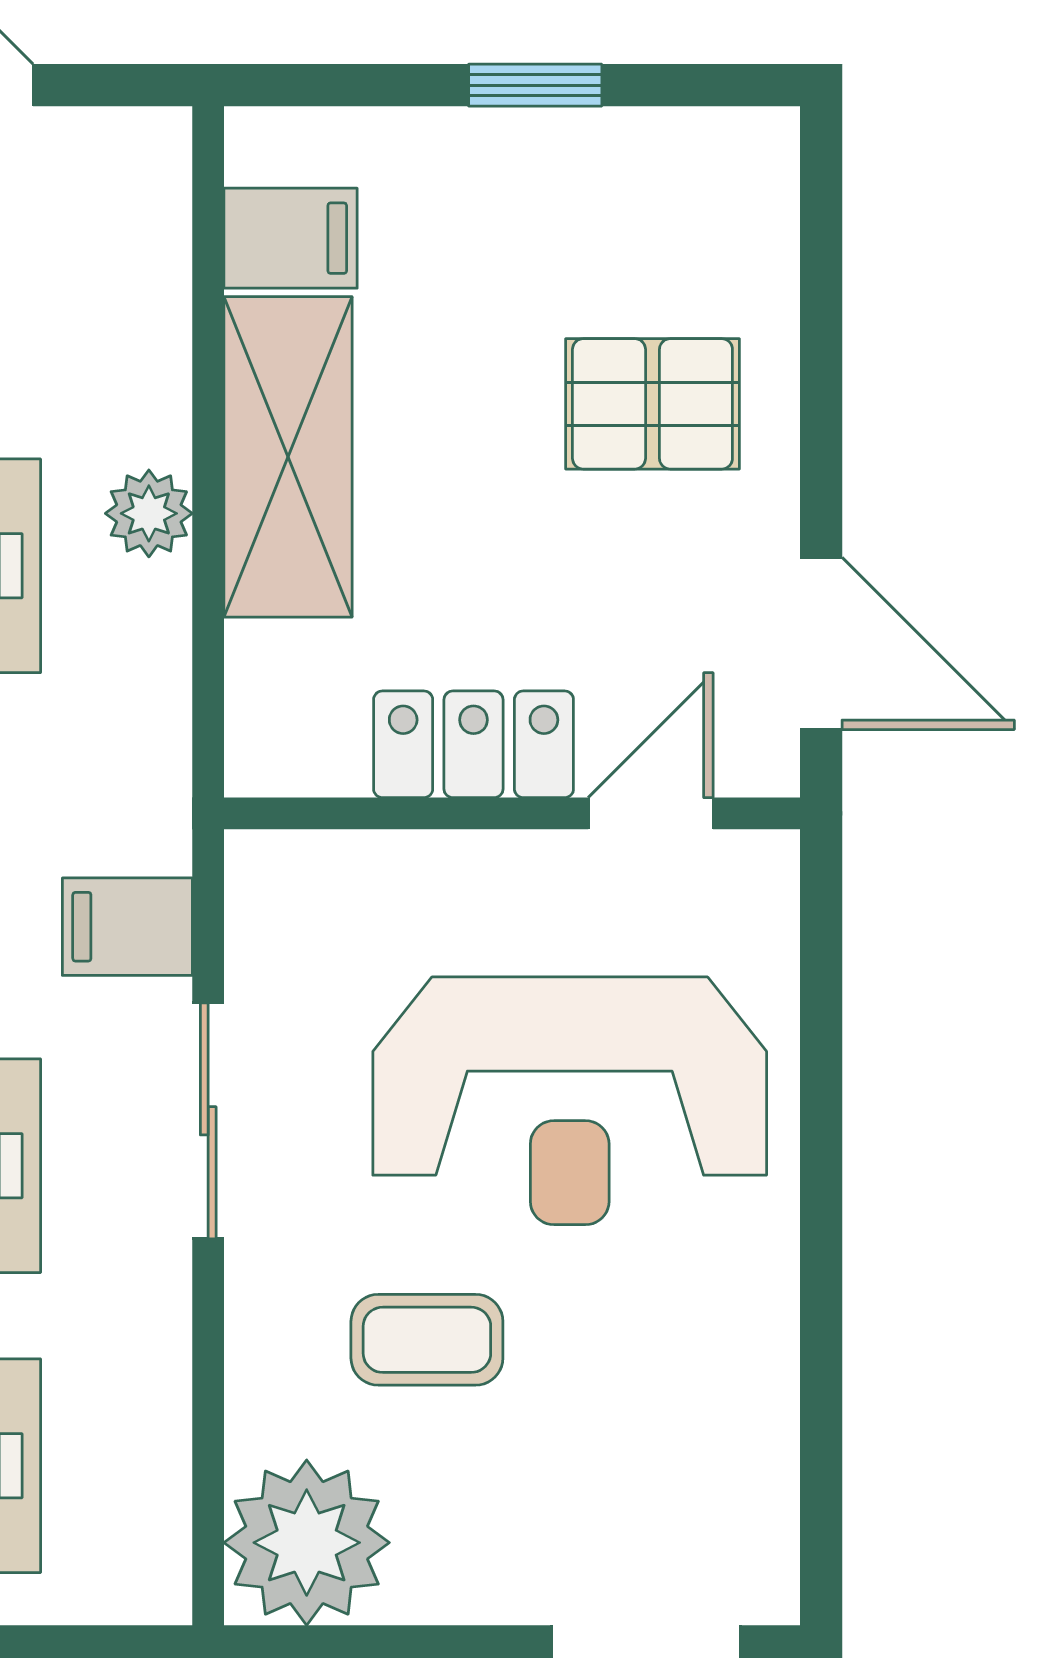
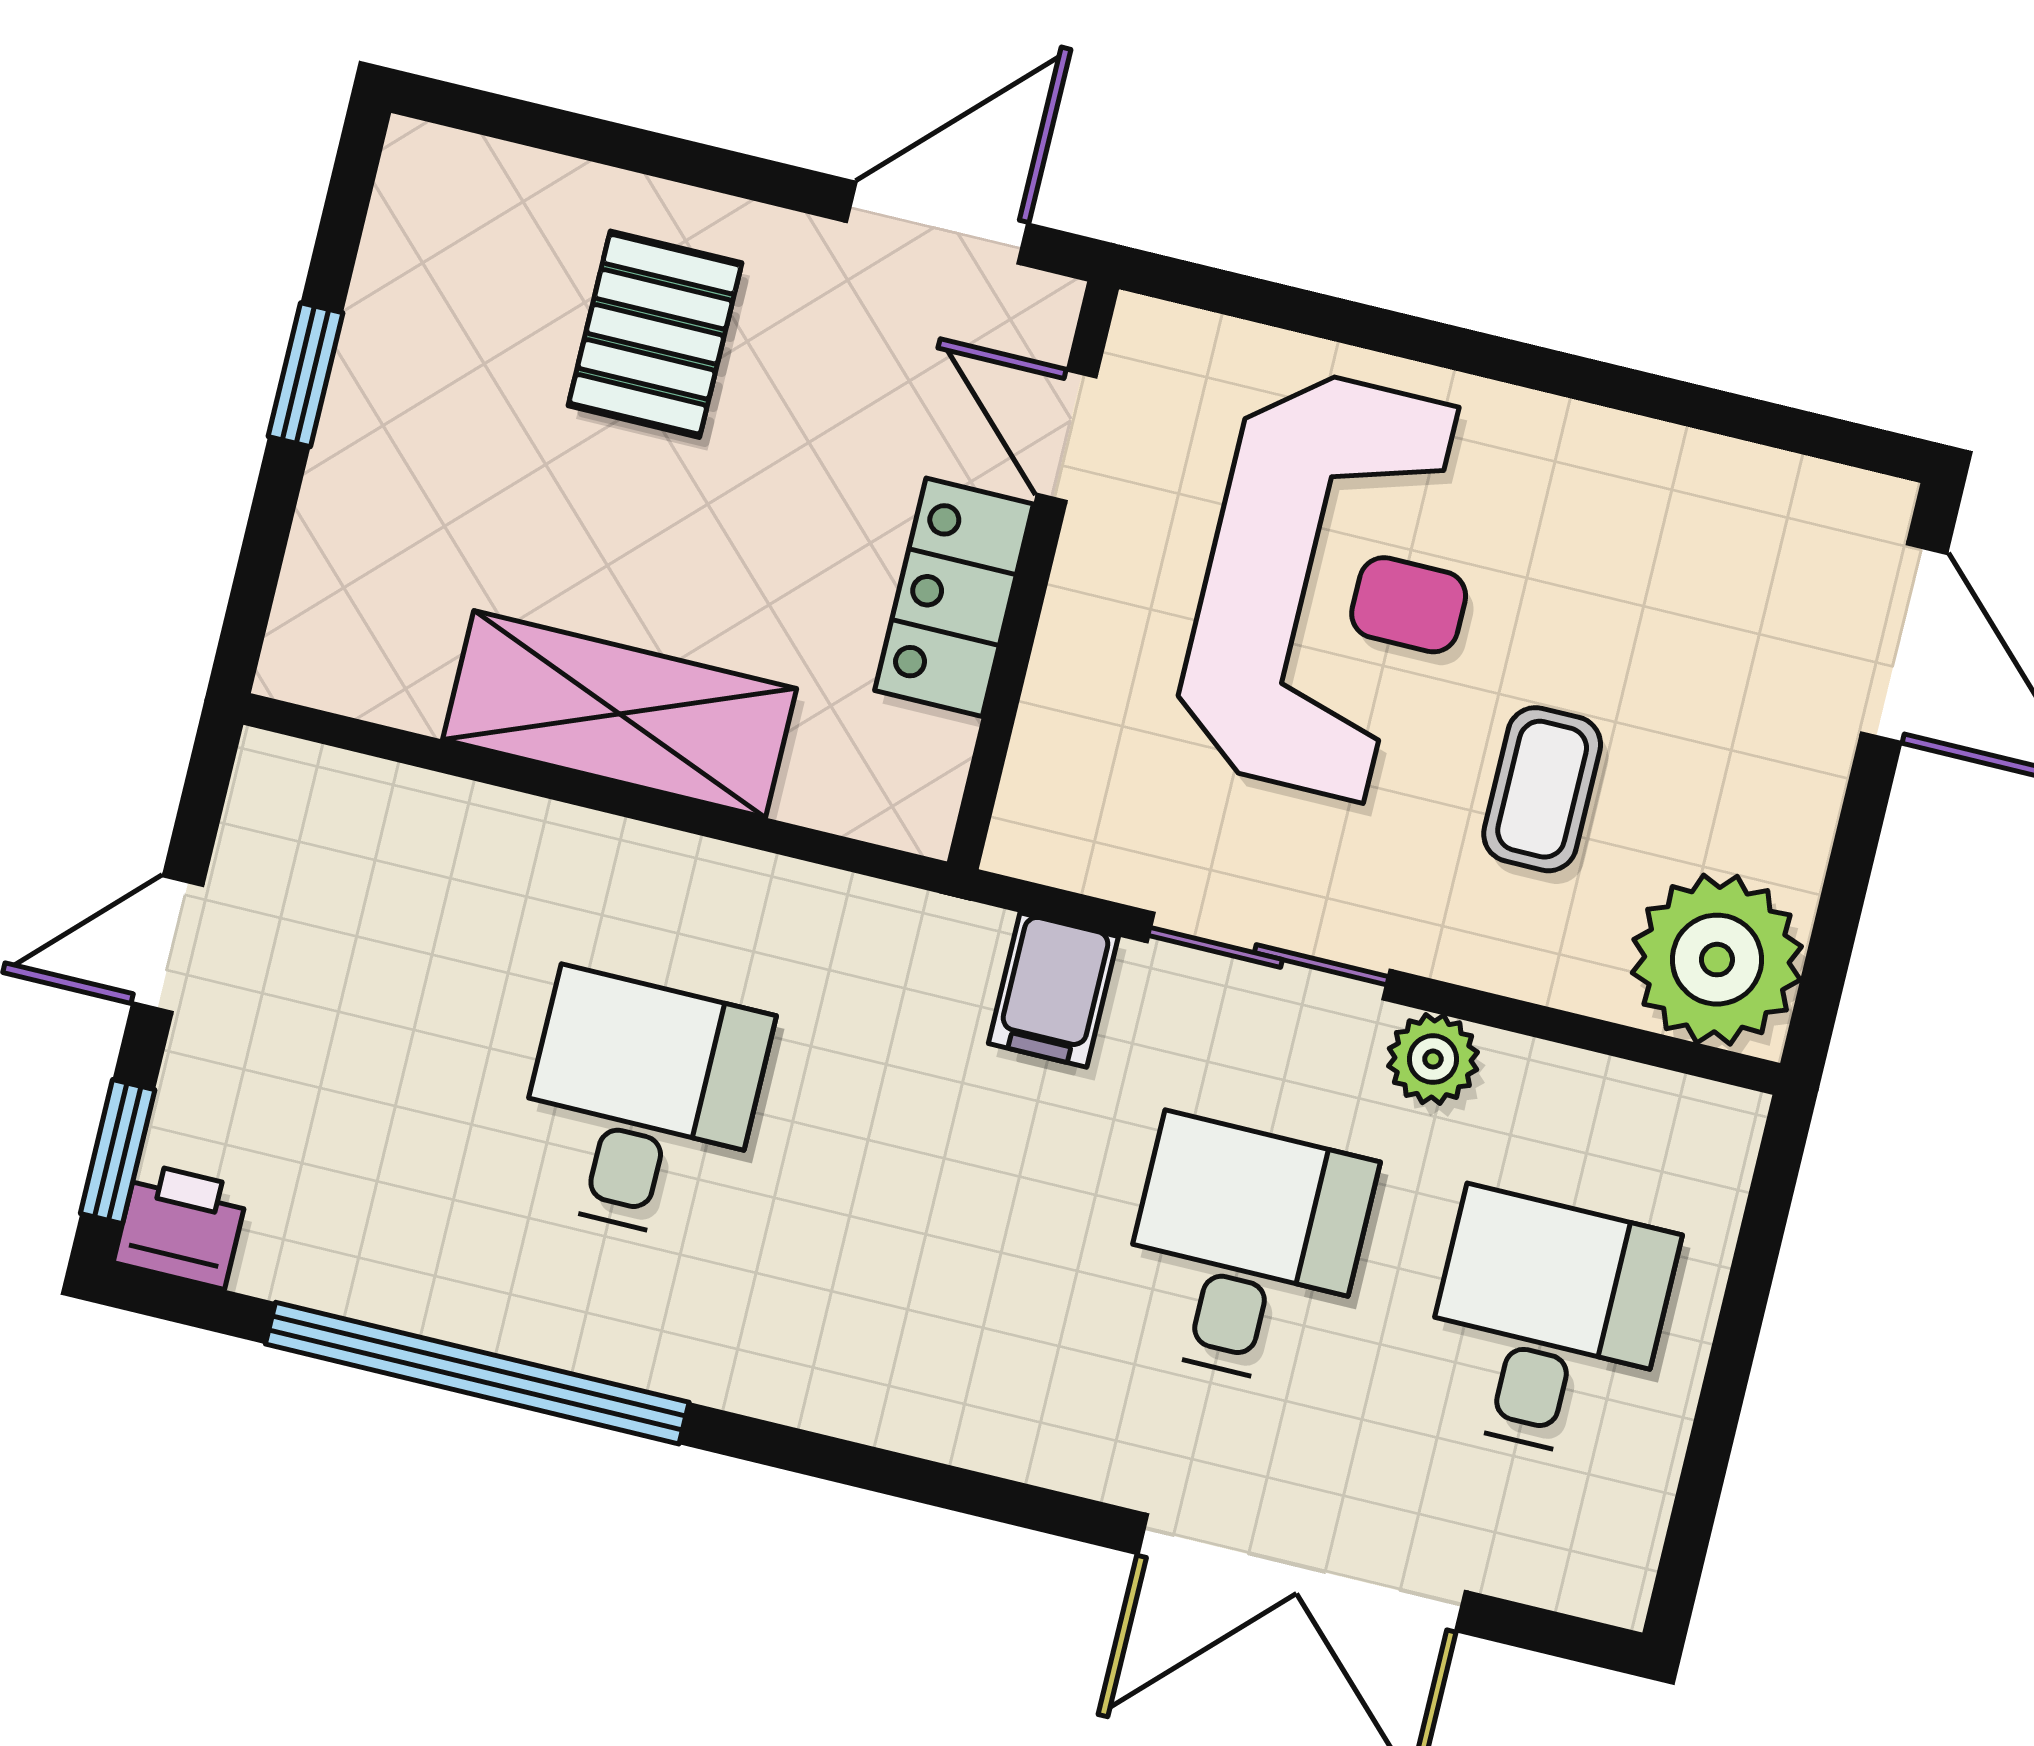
filing cabinet: (291, 238) -> (400, 658), removed
plant: (149, 513) -> (1433, 1059), moved

